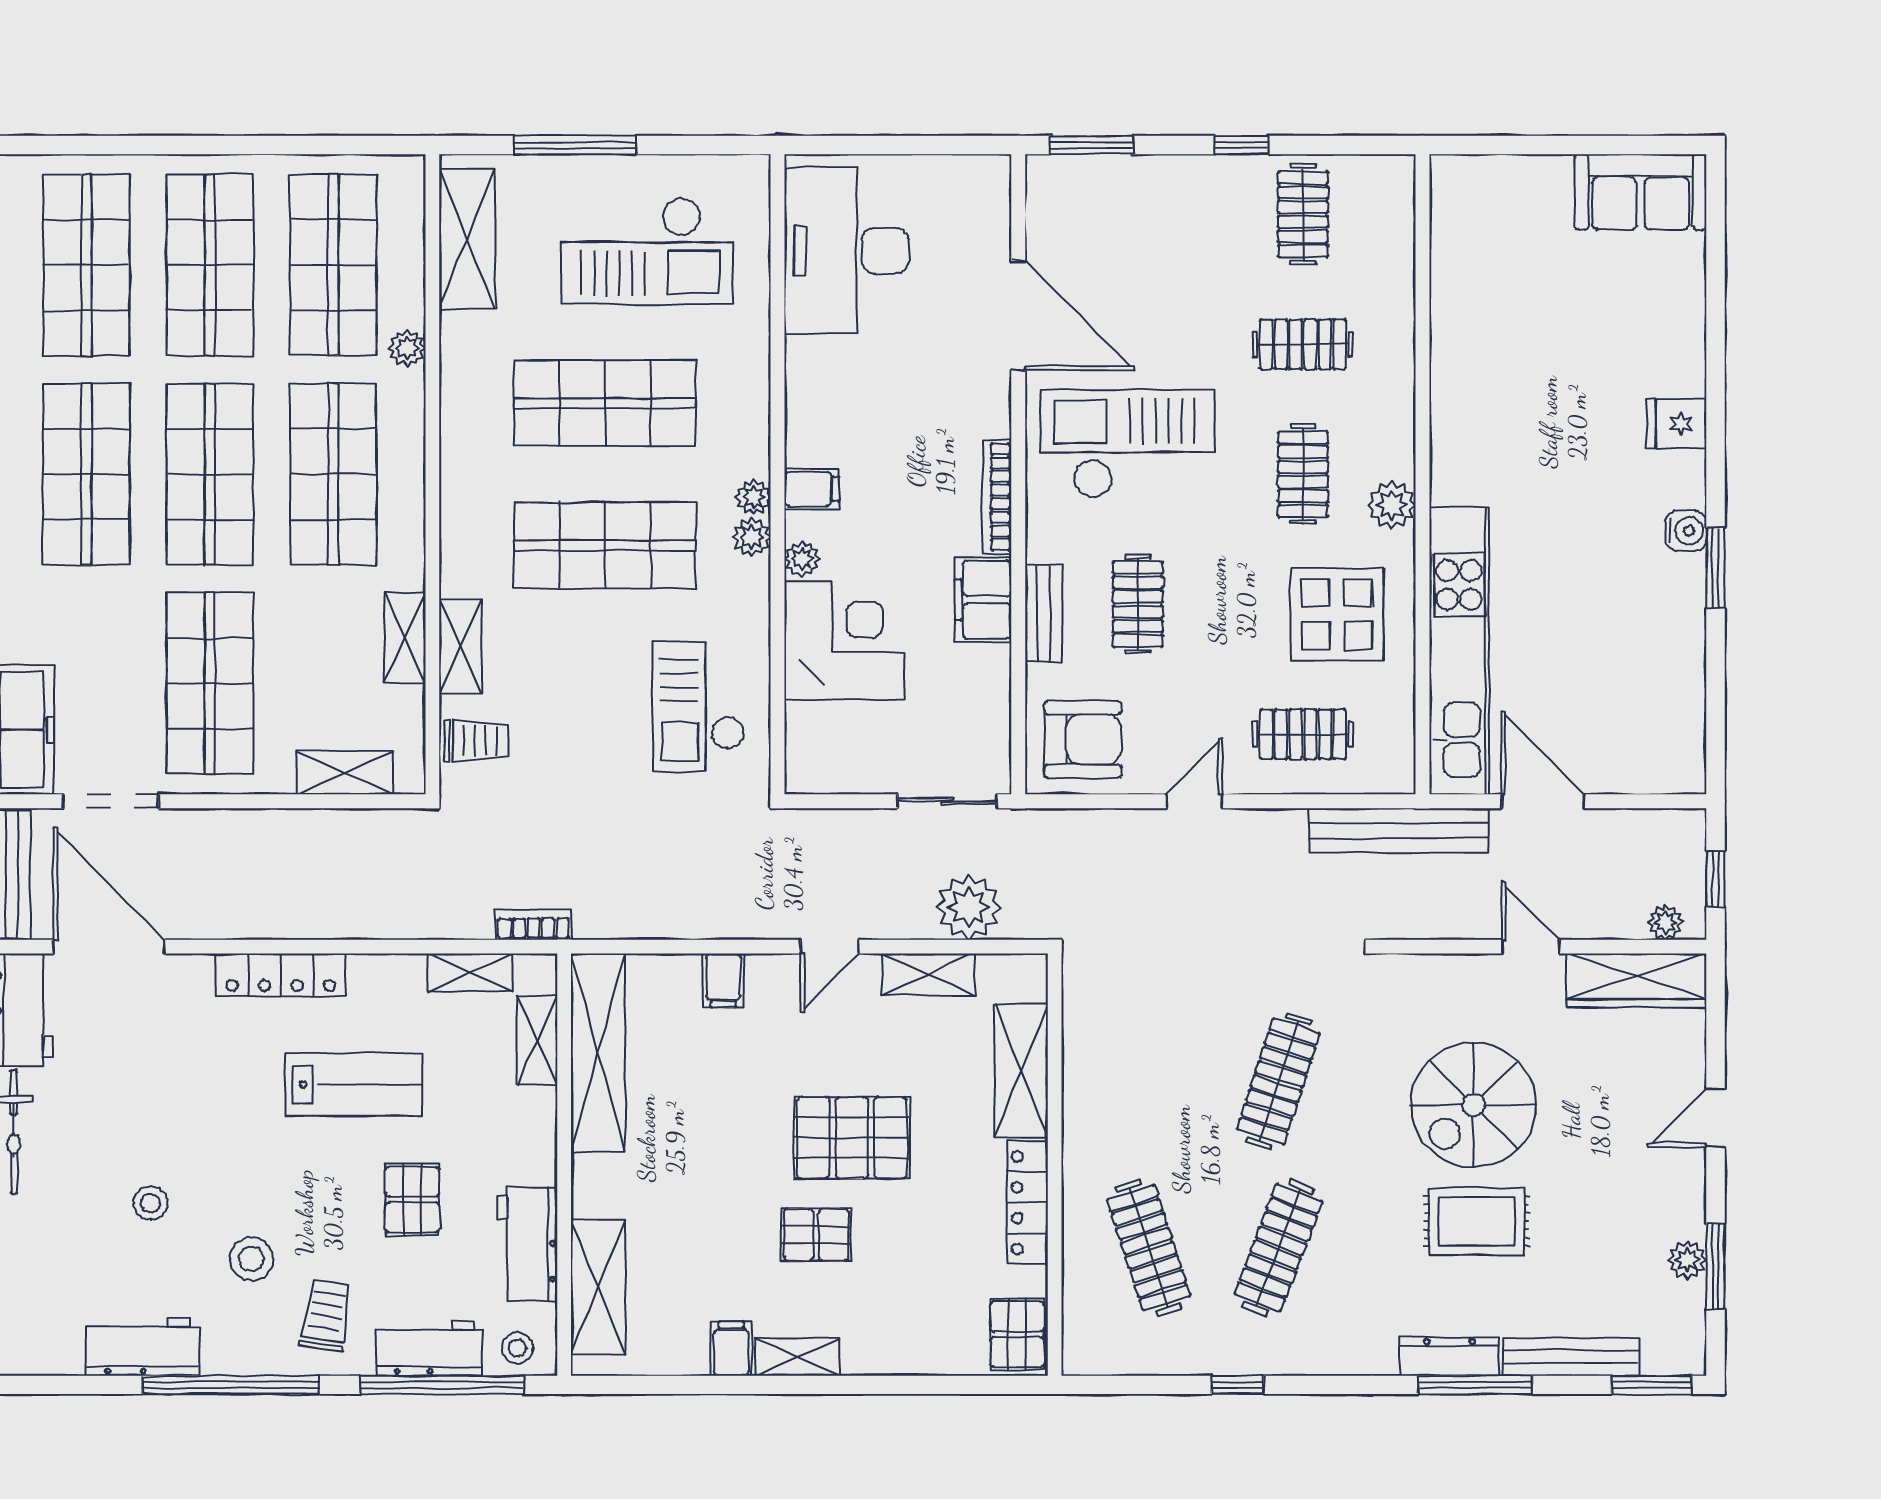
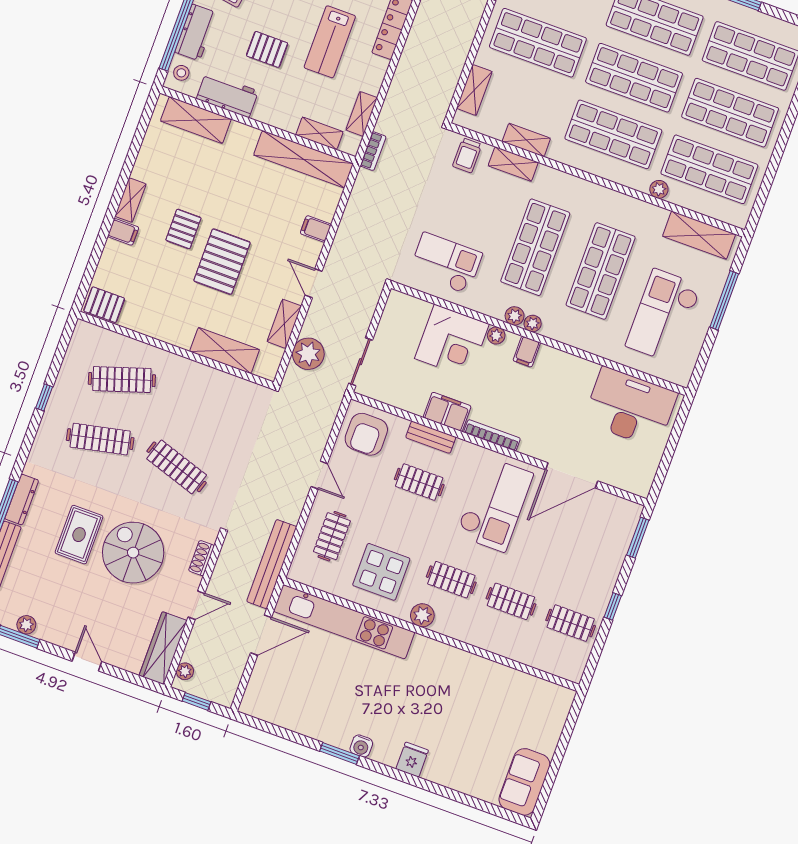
clothes rail: (1303, 344) -> (511, 601), turned 90
shoe rack: (1436, 970) -> (201, 558), added
locker: (1027, 1203) -> (163, 331), removed
clothes rail: (1278, 1248) -> (100, 439), turned -33
filing cabinet: (731, 1349) -> (123, 232), moved

